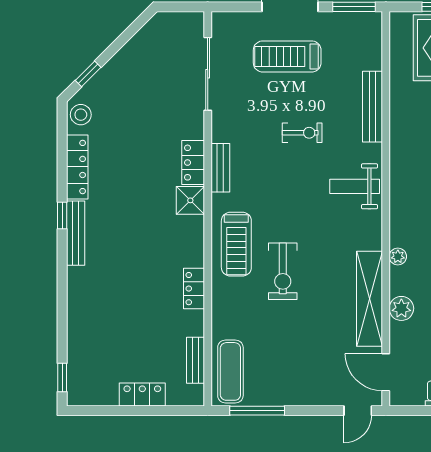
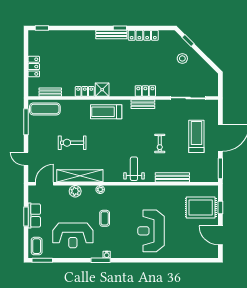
stool: (81, 115) -> (182, 58), moved
shower: (190, 200) -> (102, 90), moved
exercise bike: (283, 271) -> (72, 143), moved
door: (358, 411) -> (26, 159), moved

